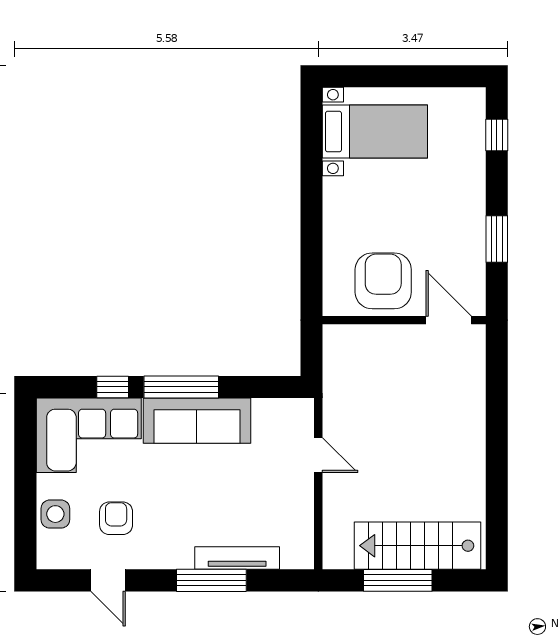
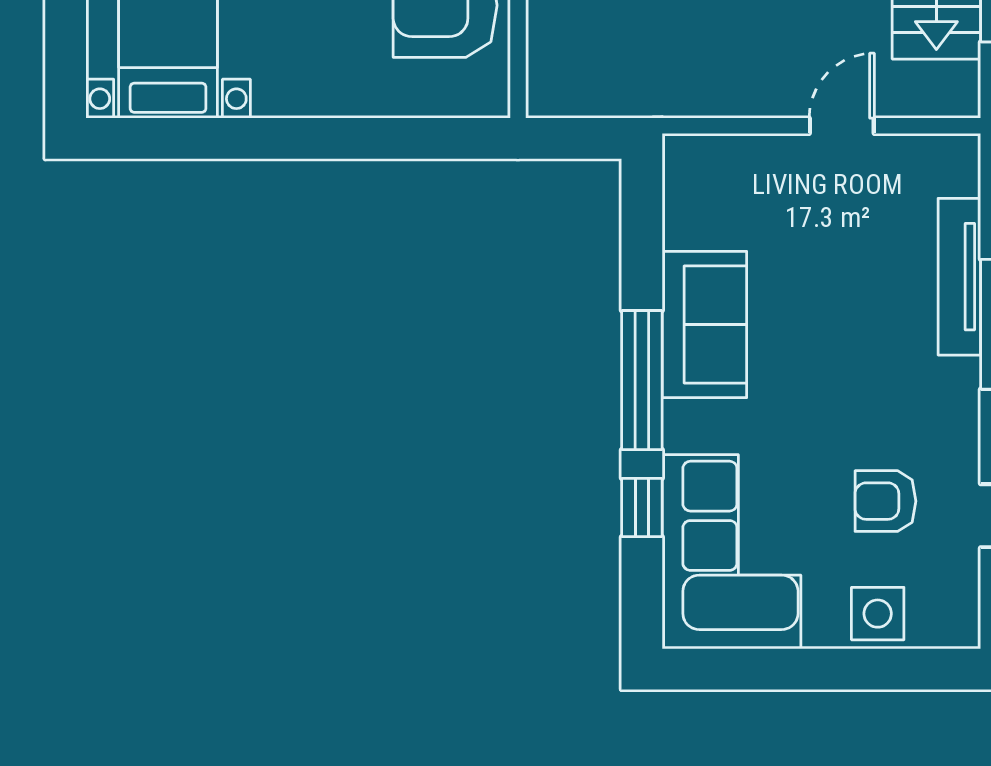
sofa: (197, 421) -> (704, 325), width x0.73
door: (318, 455) -> (842, 126), moved

